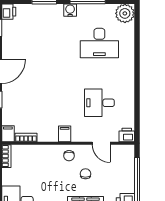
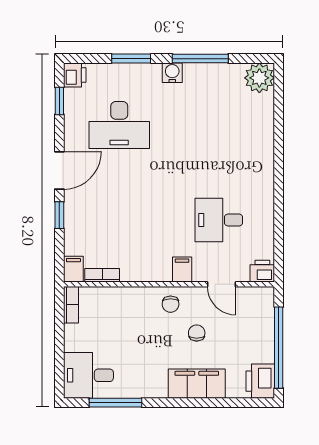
desk: (99, 43) -> (119, 125), moved
filing cabinet: (65, 134) -> (182, 270), moved

